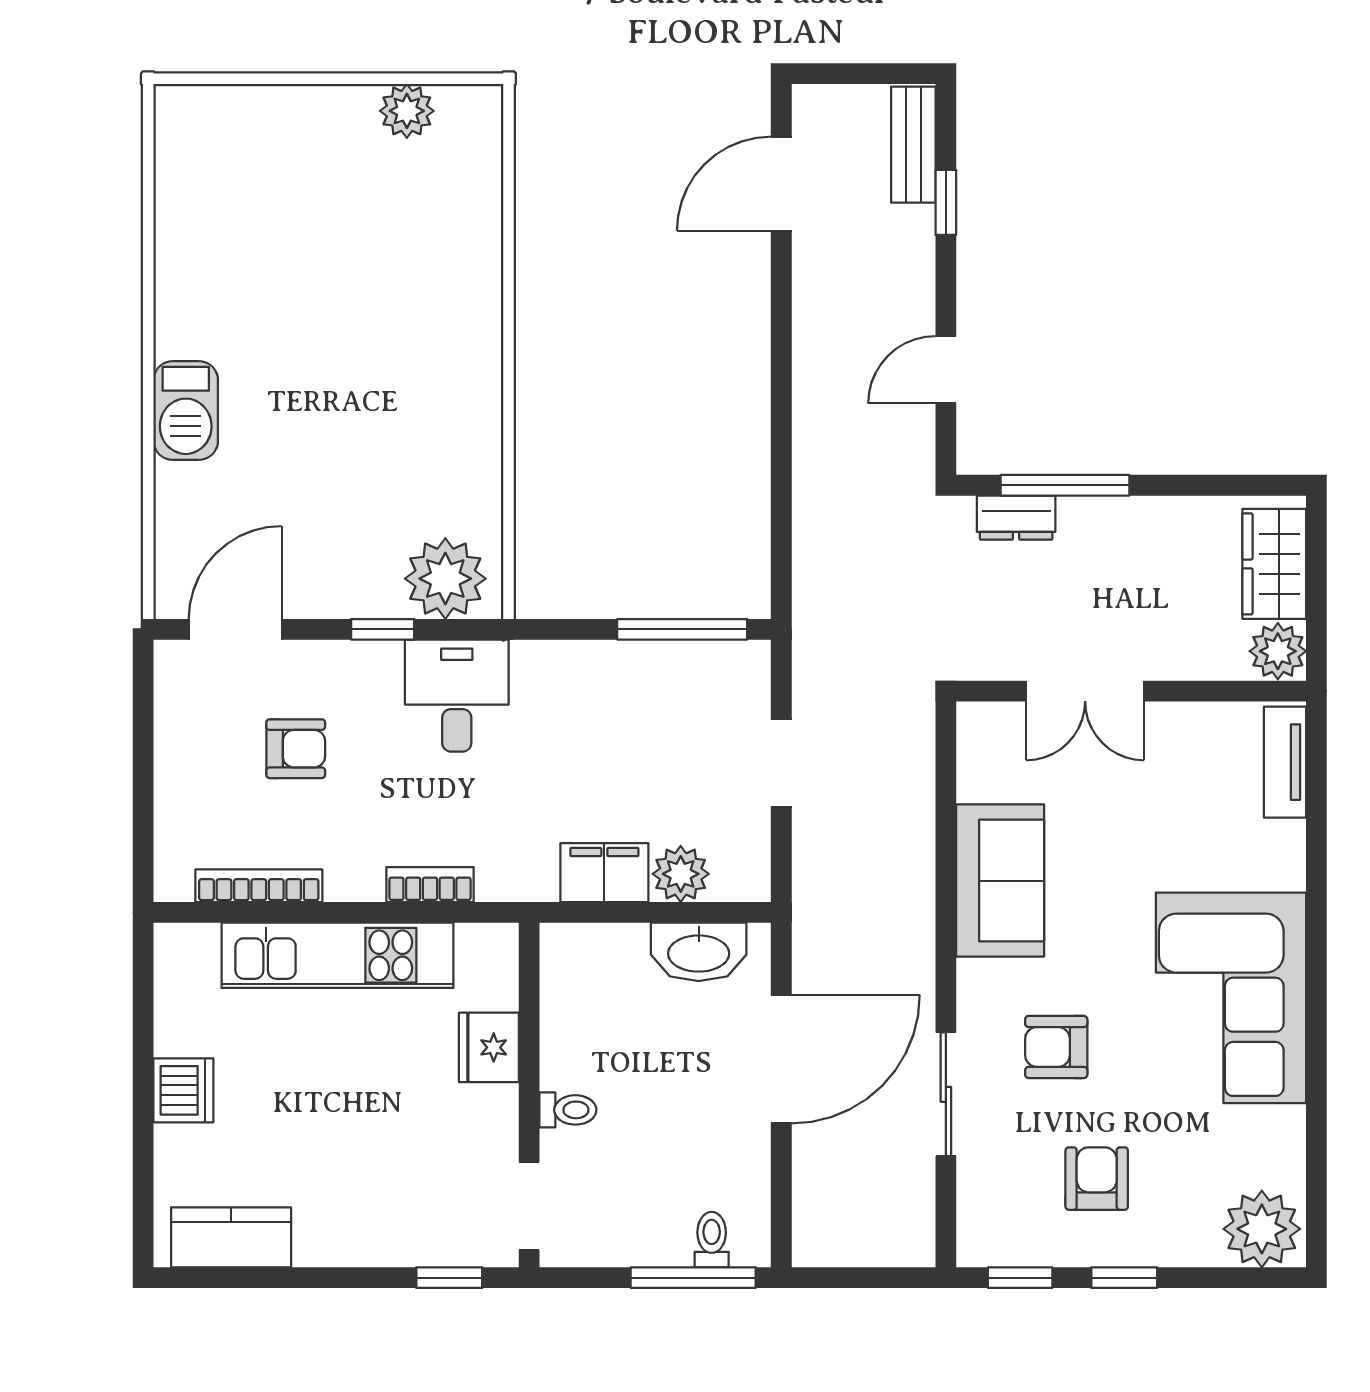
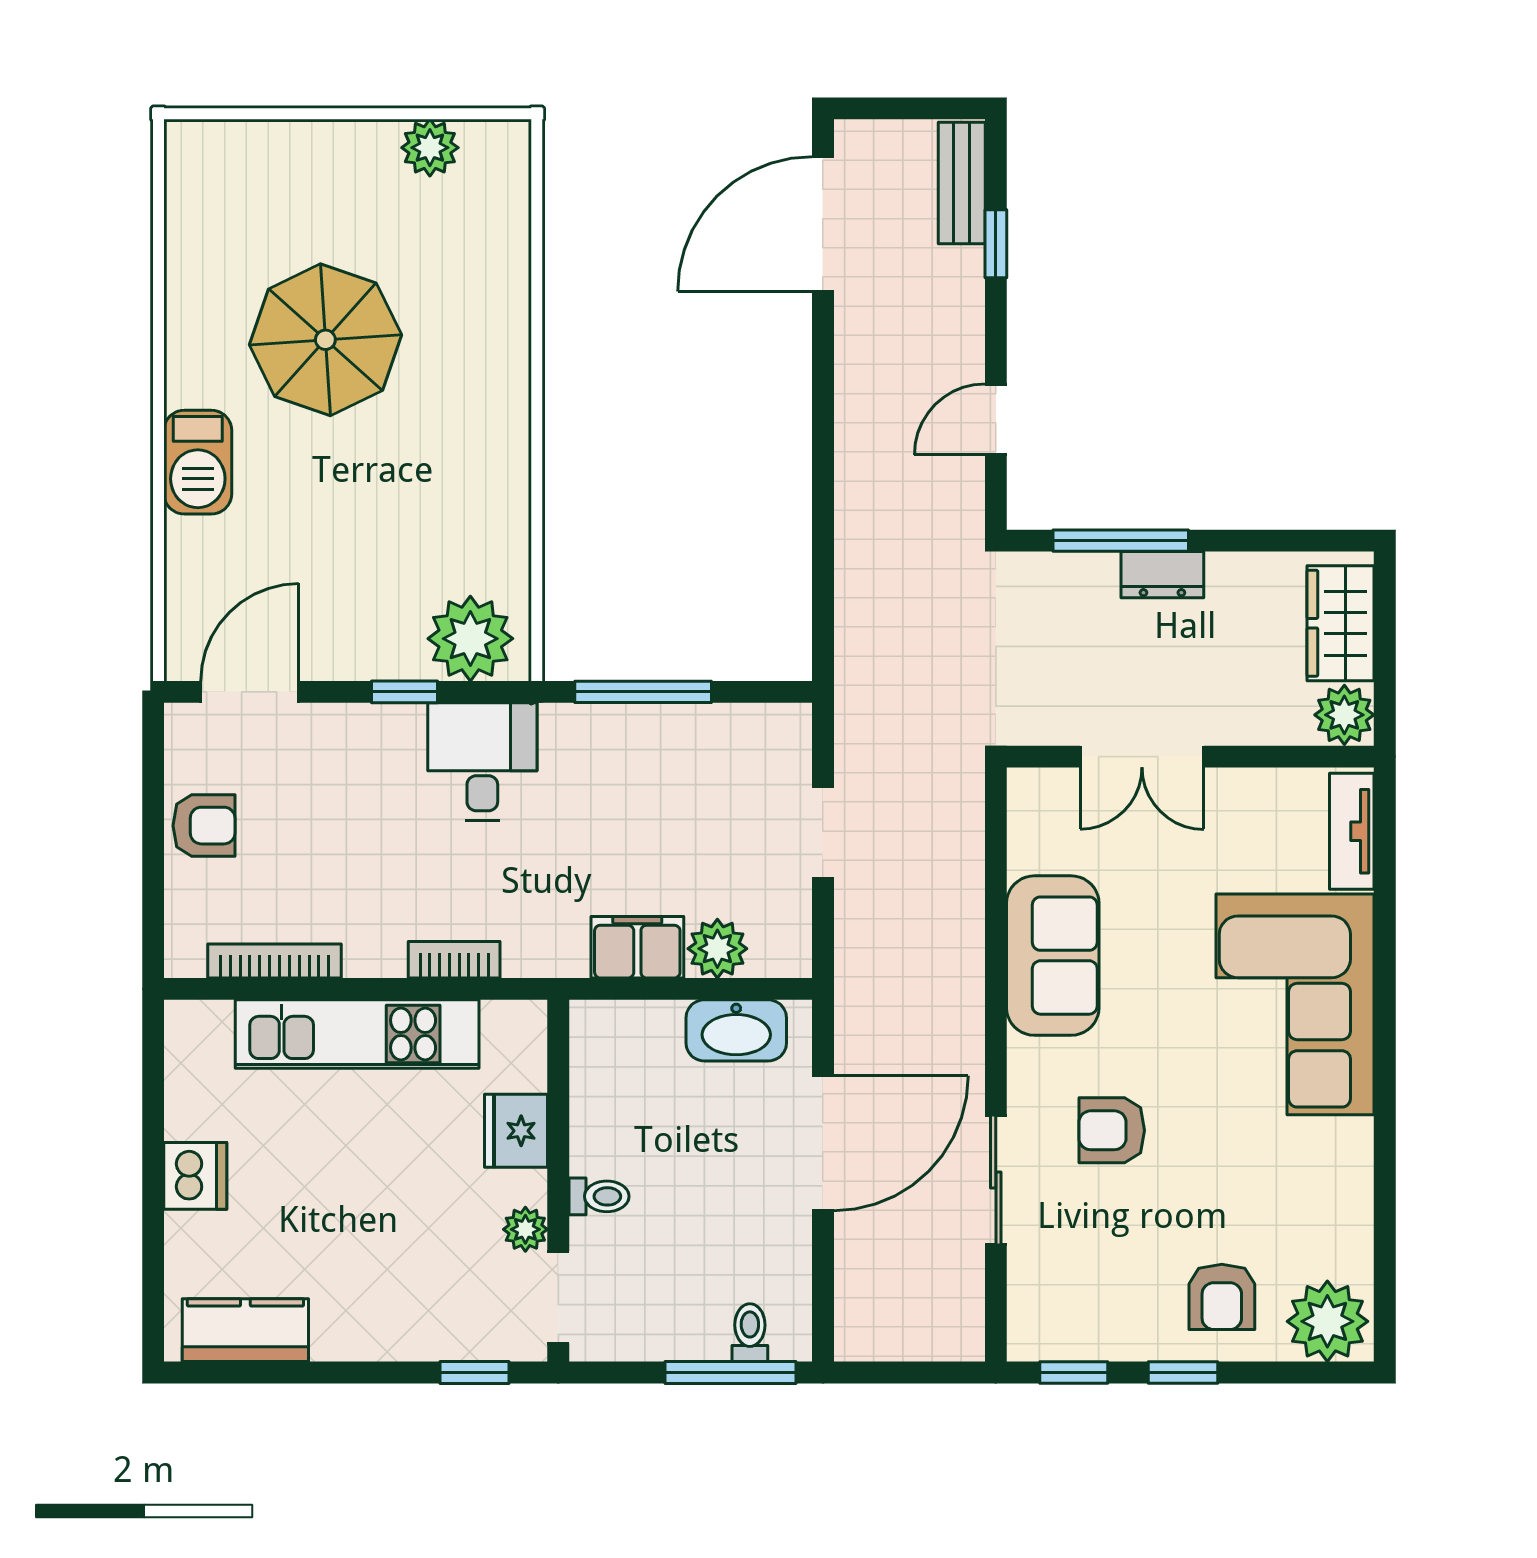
door: (781, 184) -> (823, 224), width x1.36
parasol: (307, 294) -> (325, 340), added
dresser: (1016, 518) -> (1162, 575), moved
window: (682, 629) -> (643, 692), moved
armchair: (296, 749) -> (204, 826), moved
corner sofa: (1231, 998) -> (1295, 1004), moved
plant: (498, 1141) -> (525, 1229), added
armchair: (1097, 1179) -> (1222, 1297), moved, turned 180

